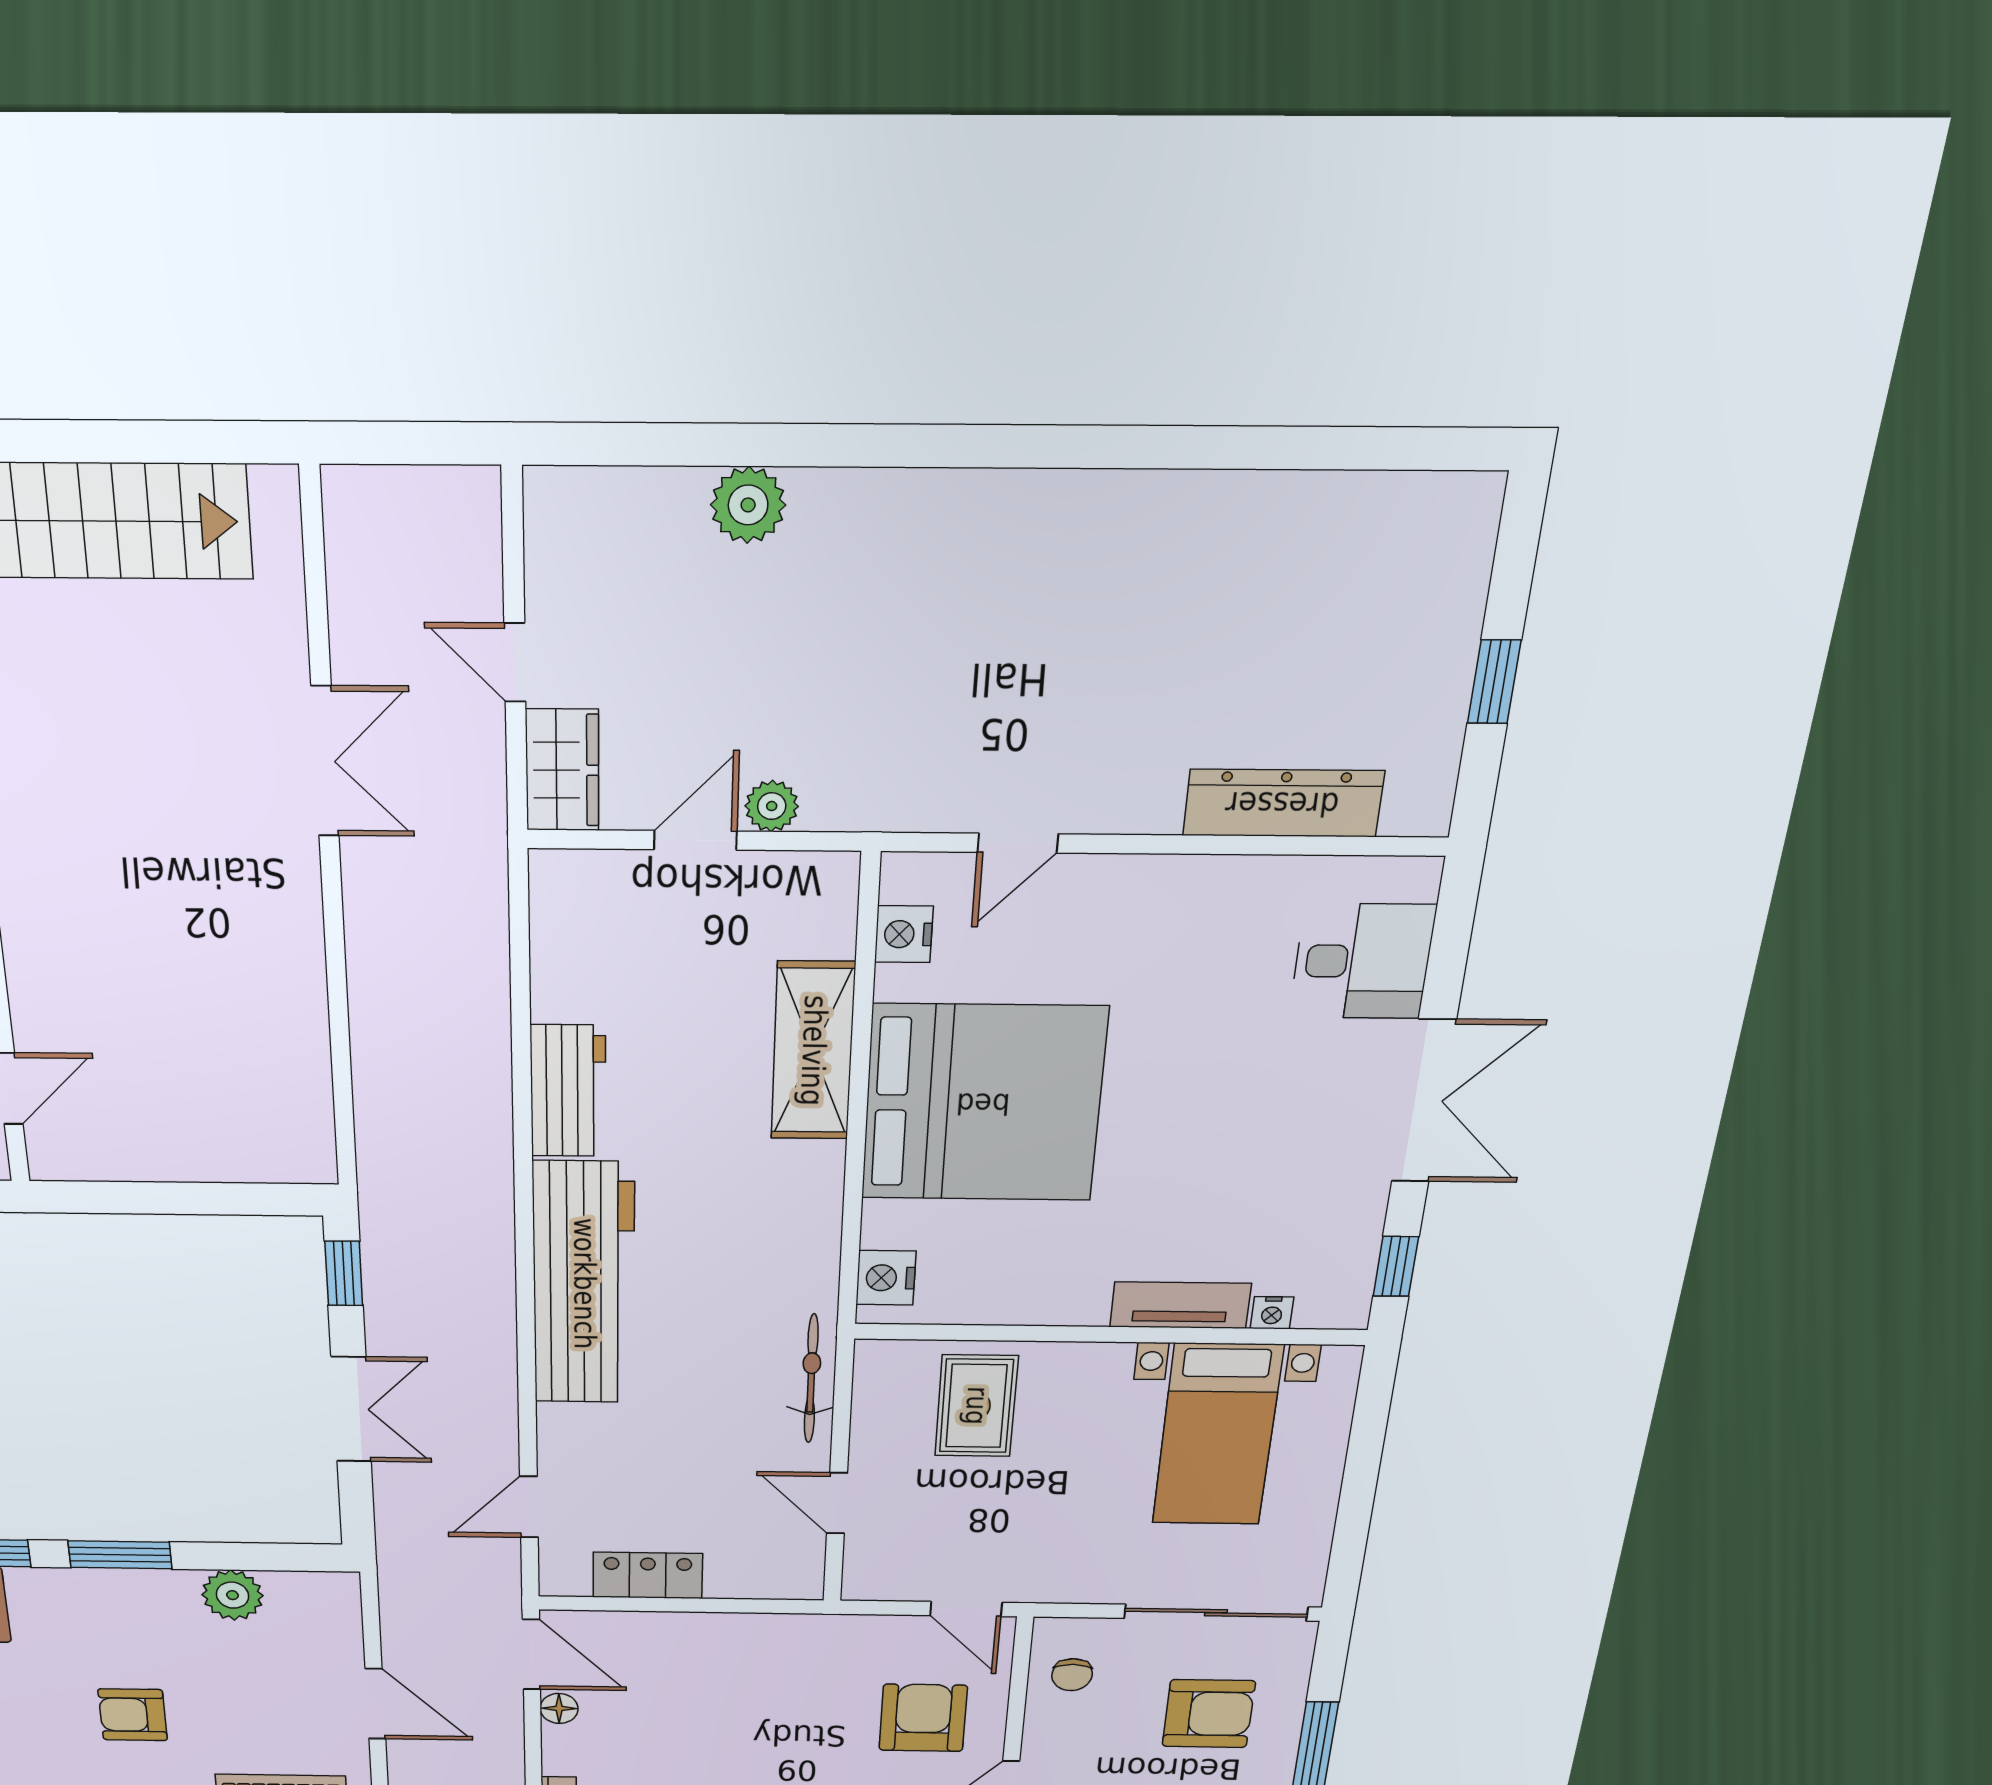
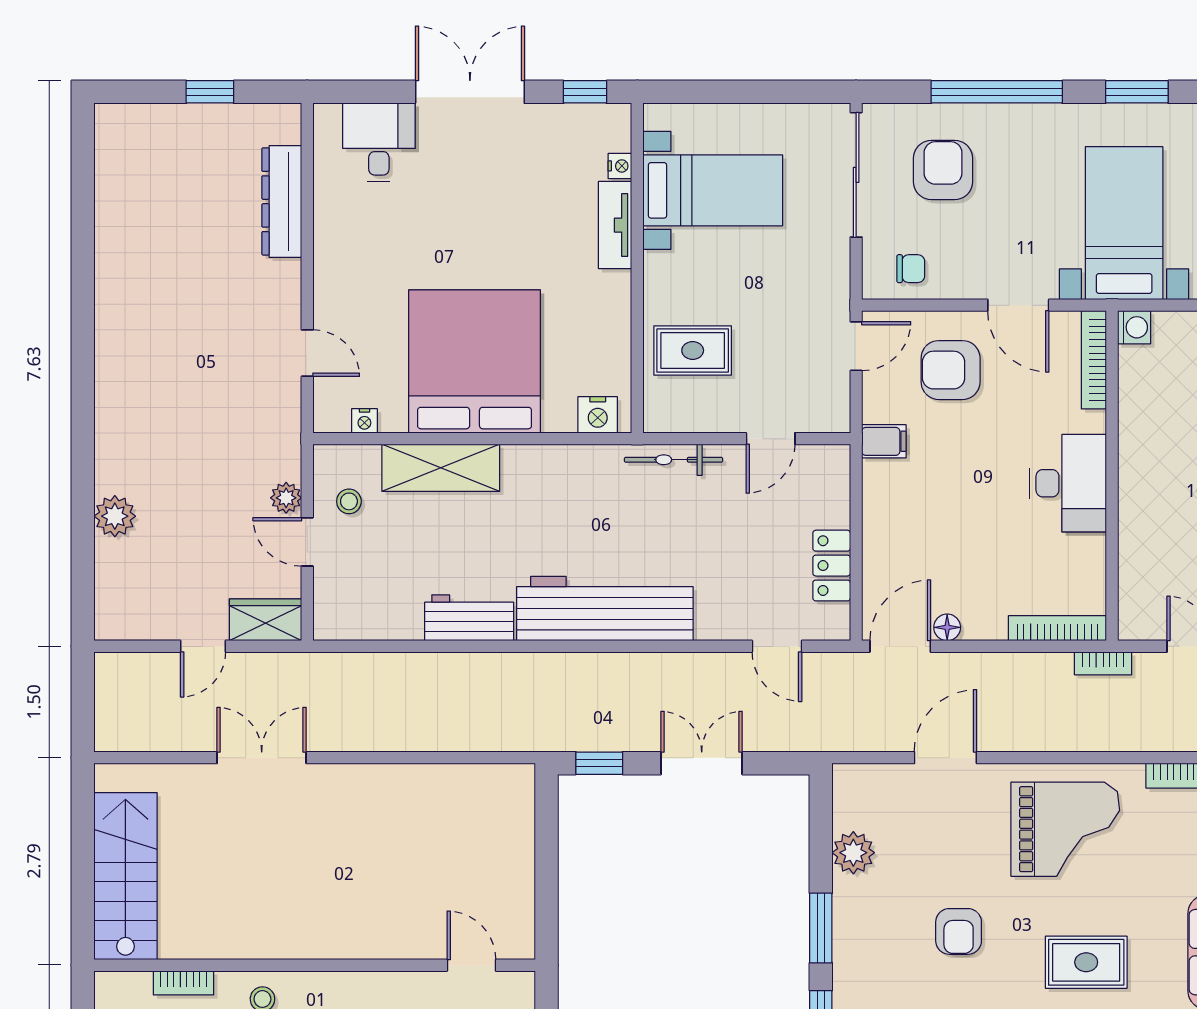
stool: (762, 908) -> (349, 501), added
nightstand: (904, 934) -> (364, 421), width x0.72, depth x0.74
filing cabinet: (826, 1640) -> (884, 441), added

